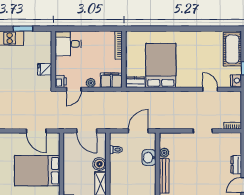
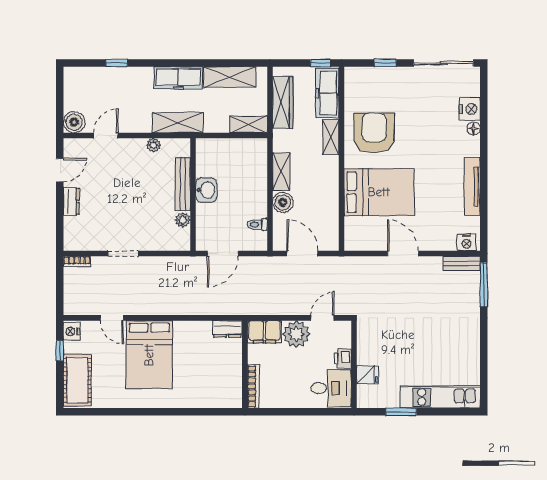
bed: (161, 65) -> (149, 355), moved
fridge: (45, 69) -> (367, 375), moved
printer: (61, 81) -> (343, 359), moved
plant: (91, 83) -> (296, 334), width x1.88, depth x1.88
door: (36, 131) -> (403, 254), moved
washbasin: (149, 158) -> (206, 190), moved

